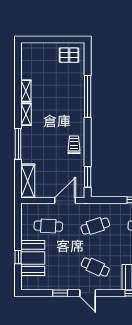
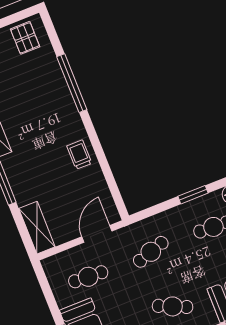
pallet: (69, 55) -> (25, 38), turned 90
window: (88, 177) -> (115, 190), removed

